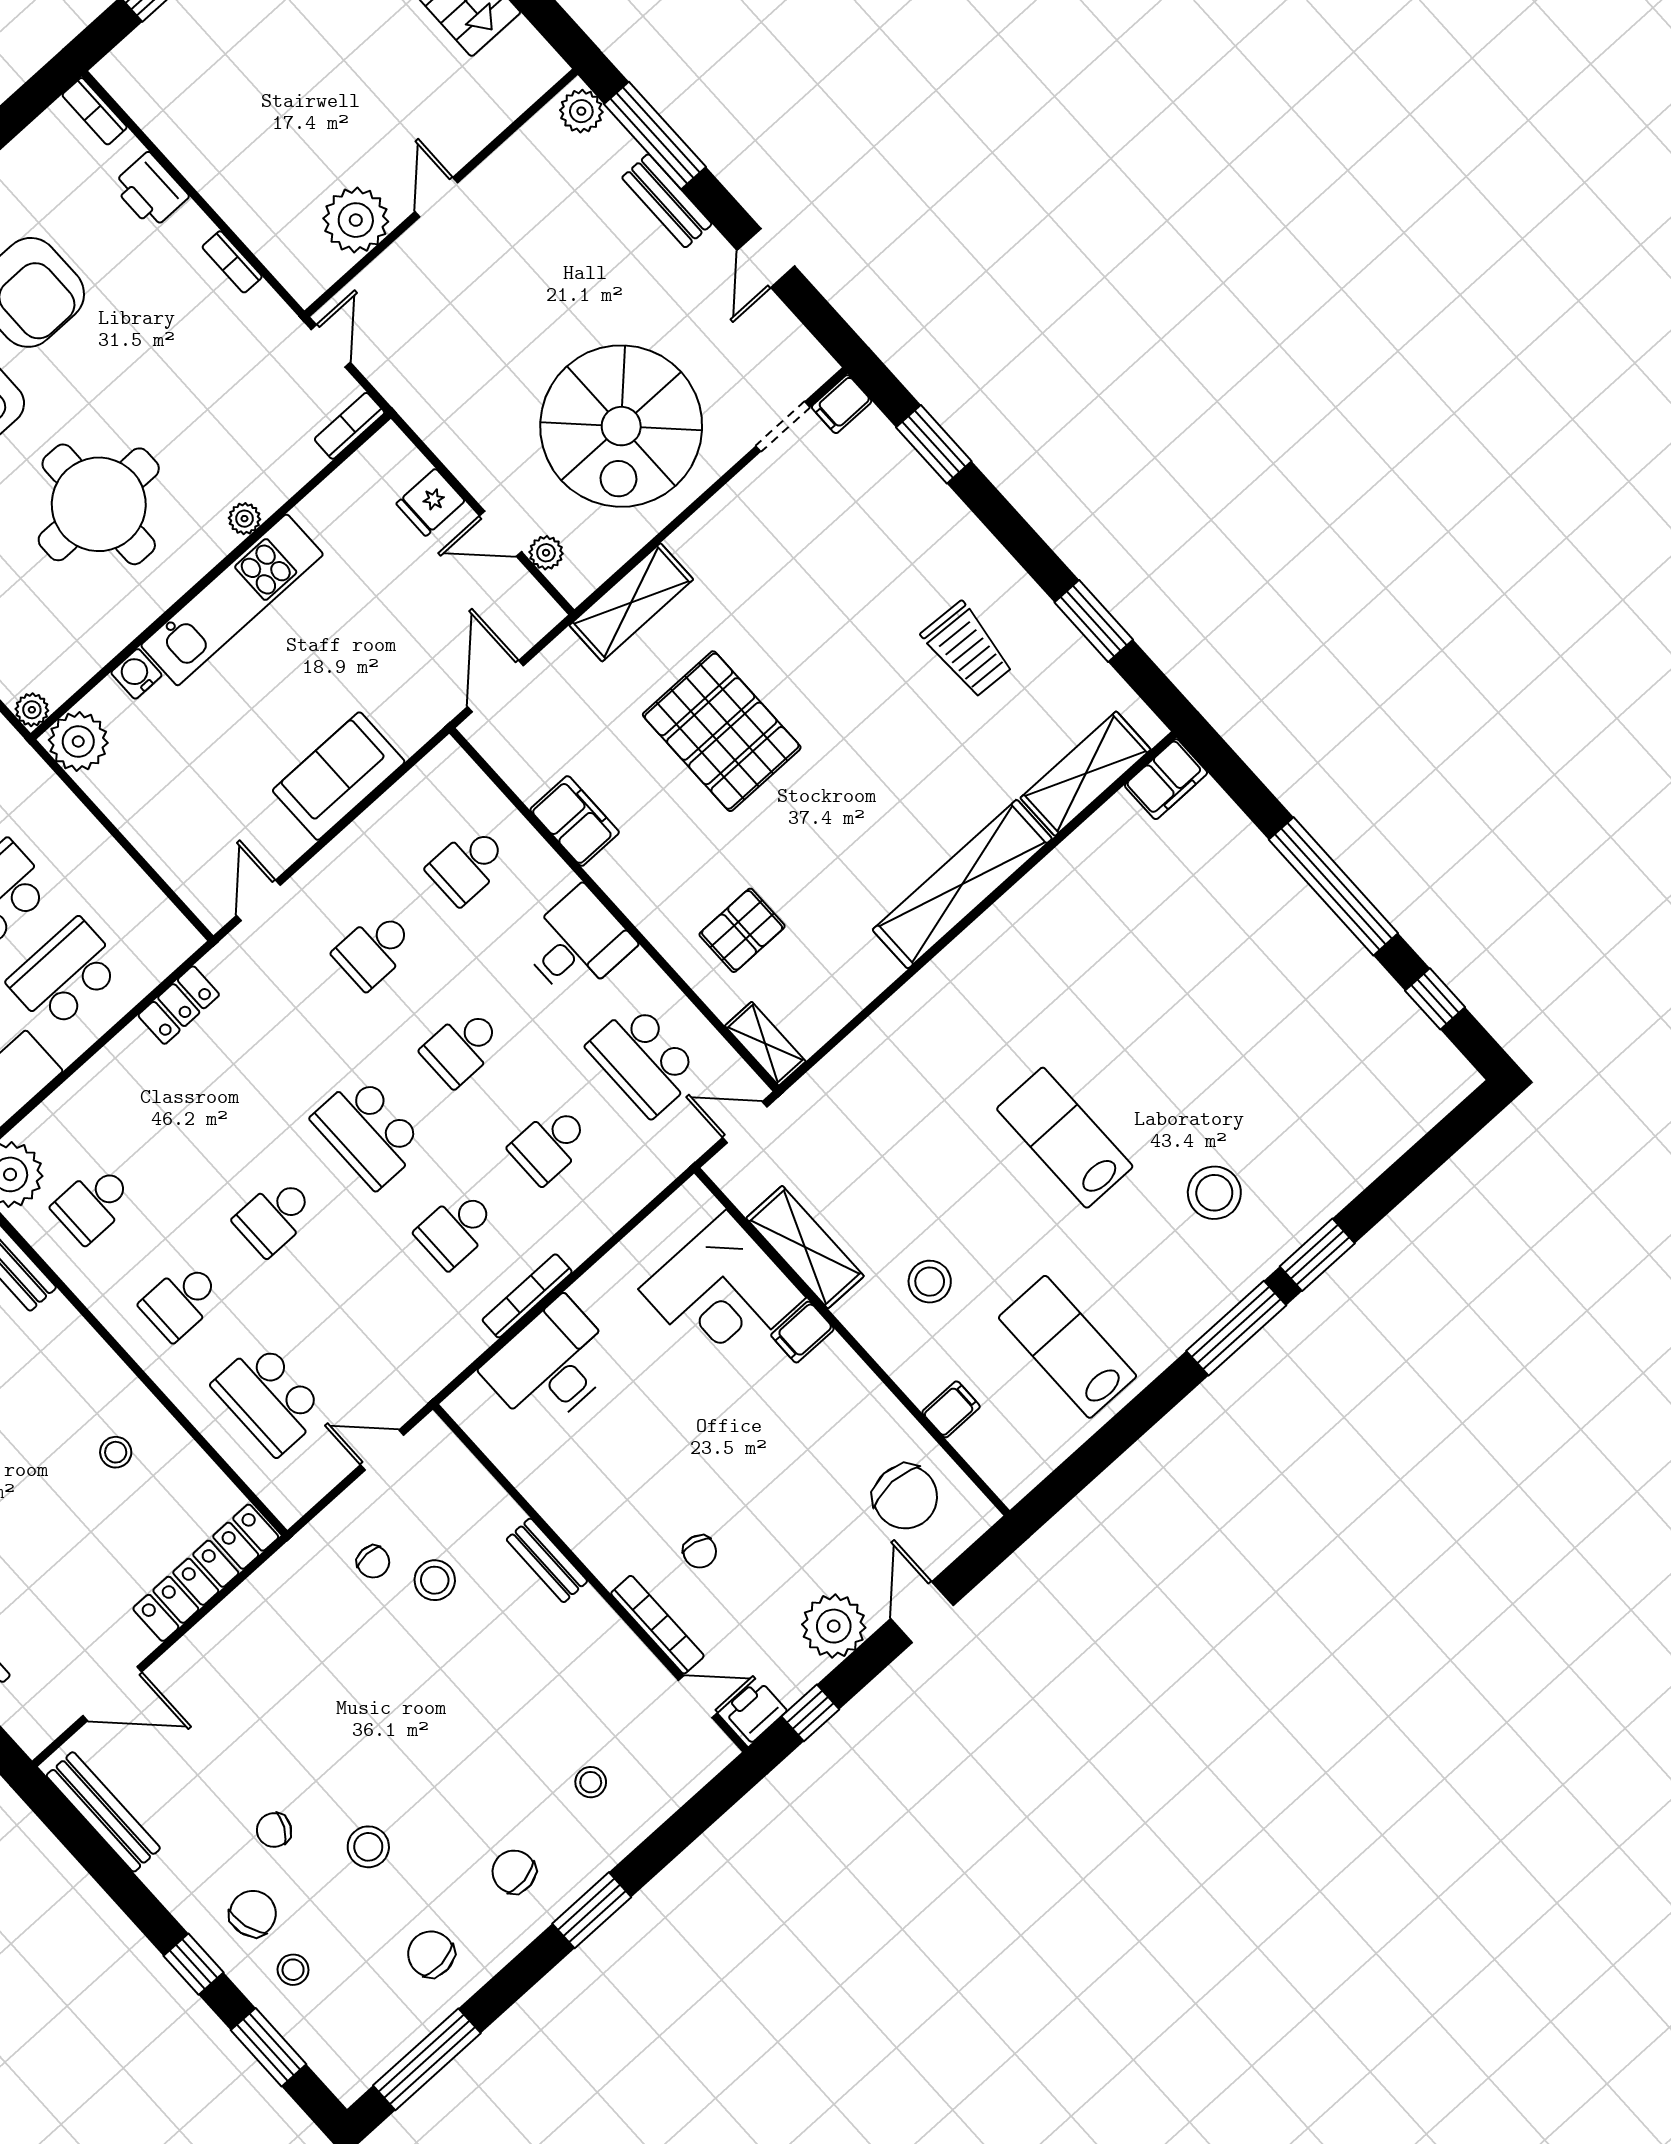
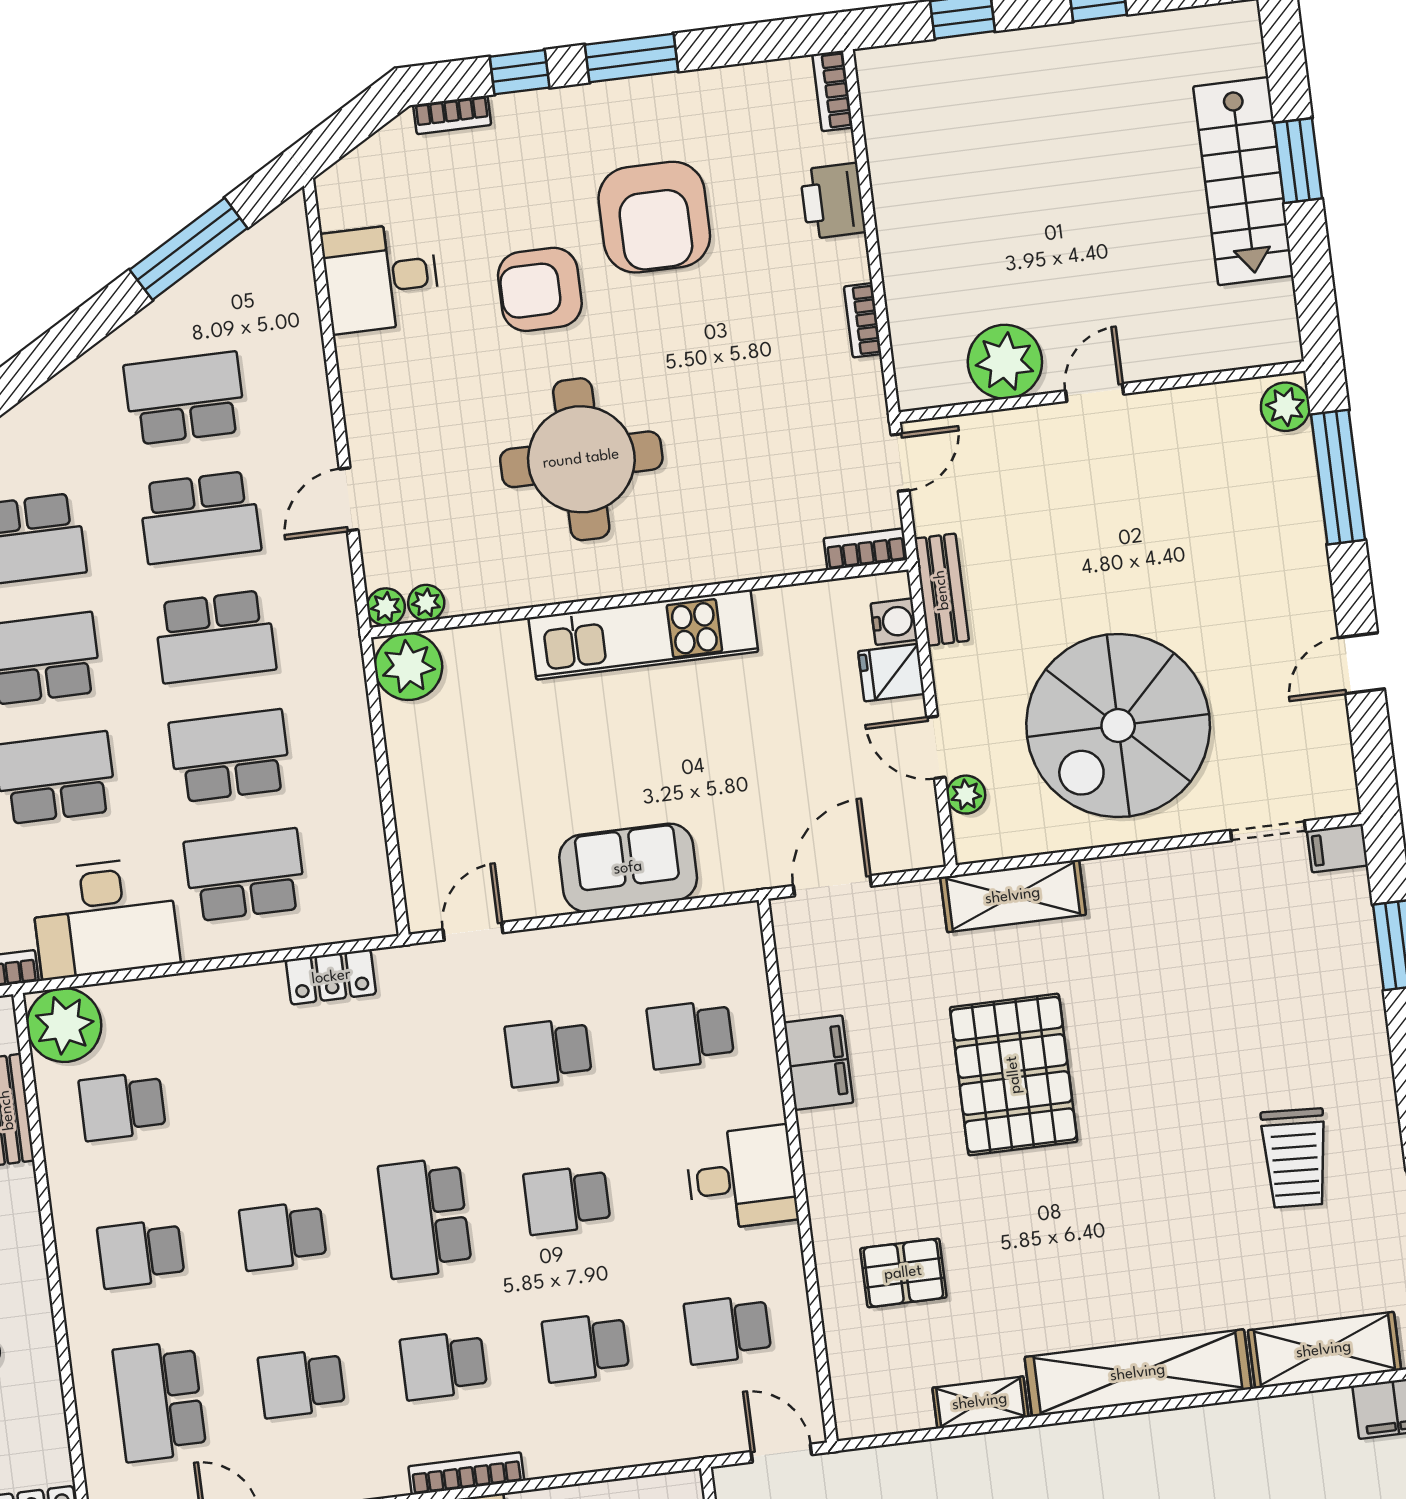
bench: (667, 201) -> (942, 590), moved
plant: (244, 519) -> (426, 603), moved
water cooler: (136, 674) -> (894, 622), moved, turned 90
shelving: (765, 1044) -> (980, 1402), moved, turned 90
school desk: (644, 1060) -> (728, 1329), width x0.54
school desk: (363, 1314) -> (302, 1383), added

